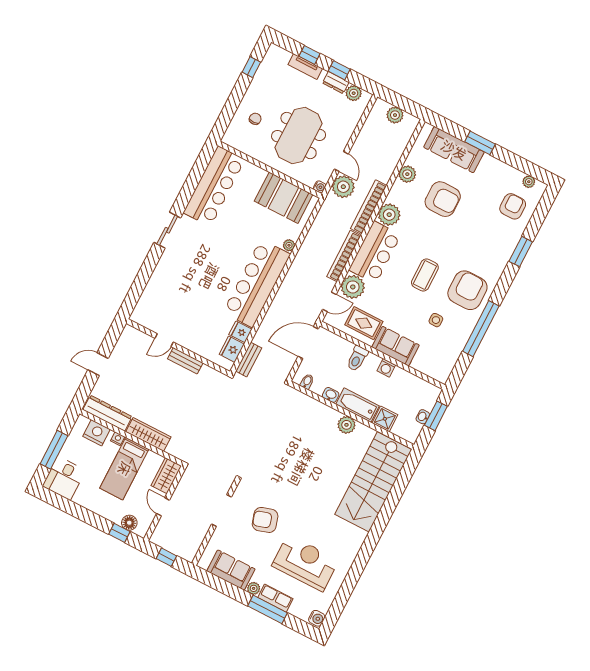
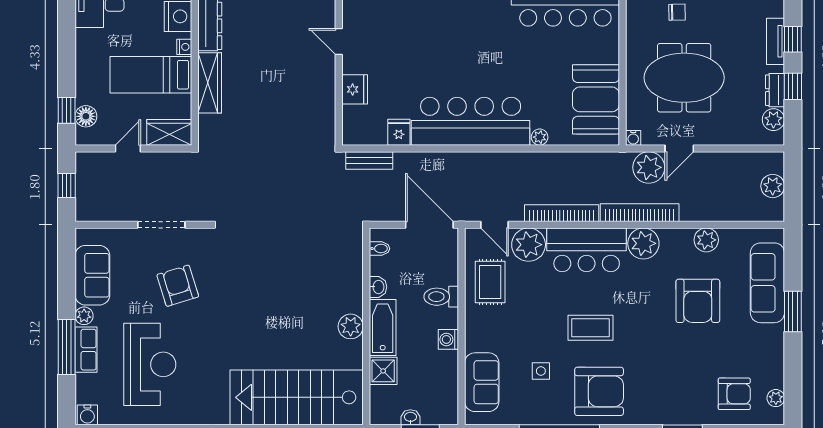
sofa: (396, 346) -> (482, 382), moved
fridge: (232, 349) -> (355, 89), moved, turned 90
bench: (185, 361) -> (326, 82), removed

